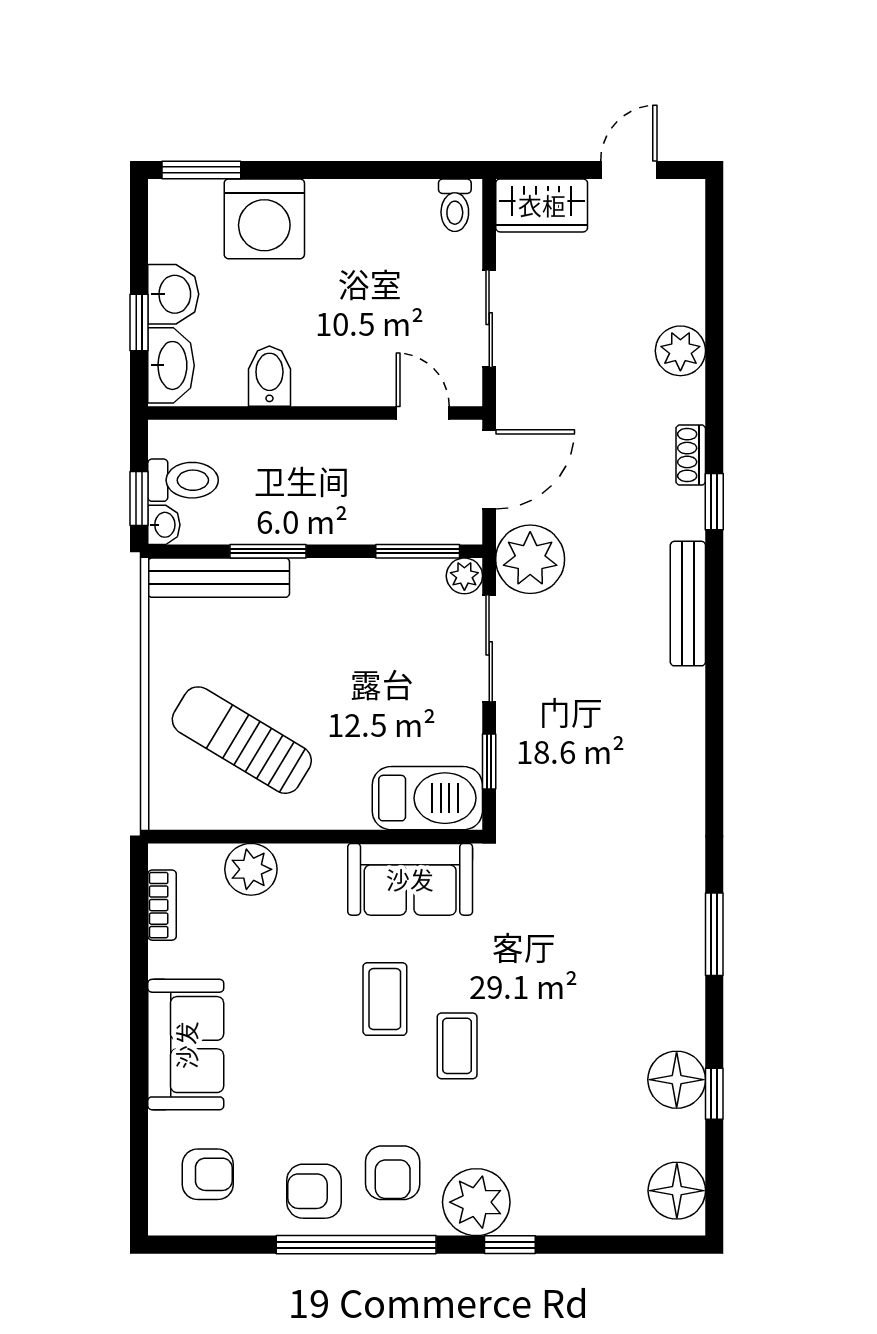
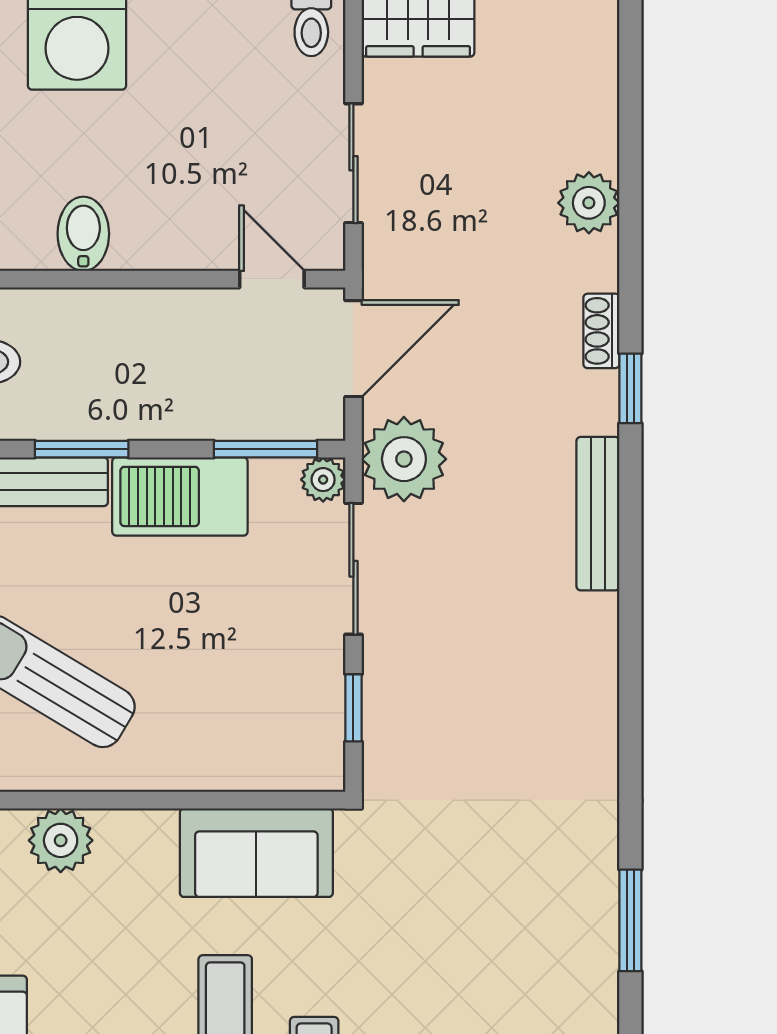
barbecue: (427, 798) -> (180, 496), moved, turned 180

